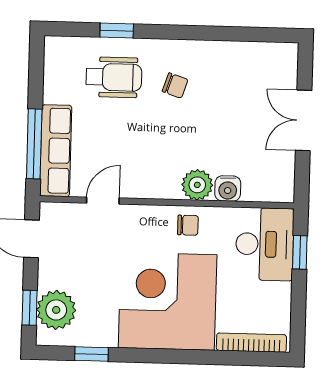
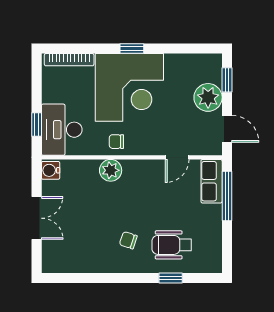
row of seats: (56, 151) -> (212, 181), width x0.68
water cooler: (228, 188) -> (51, 170), moved, turned -90
plant: (56, 310) -> (208, 97), moved
window: (92, 354) -> (132, 48), moved

